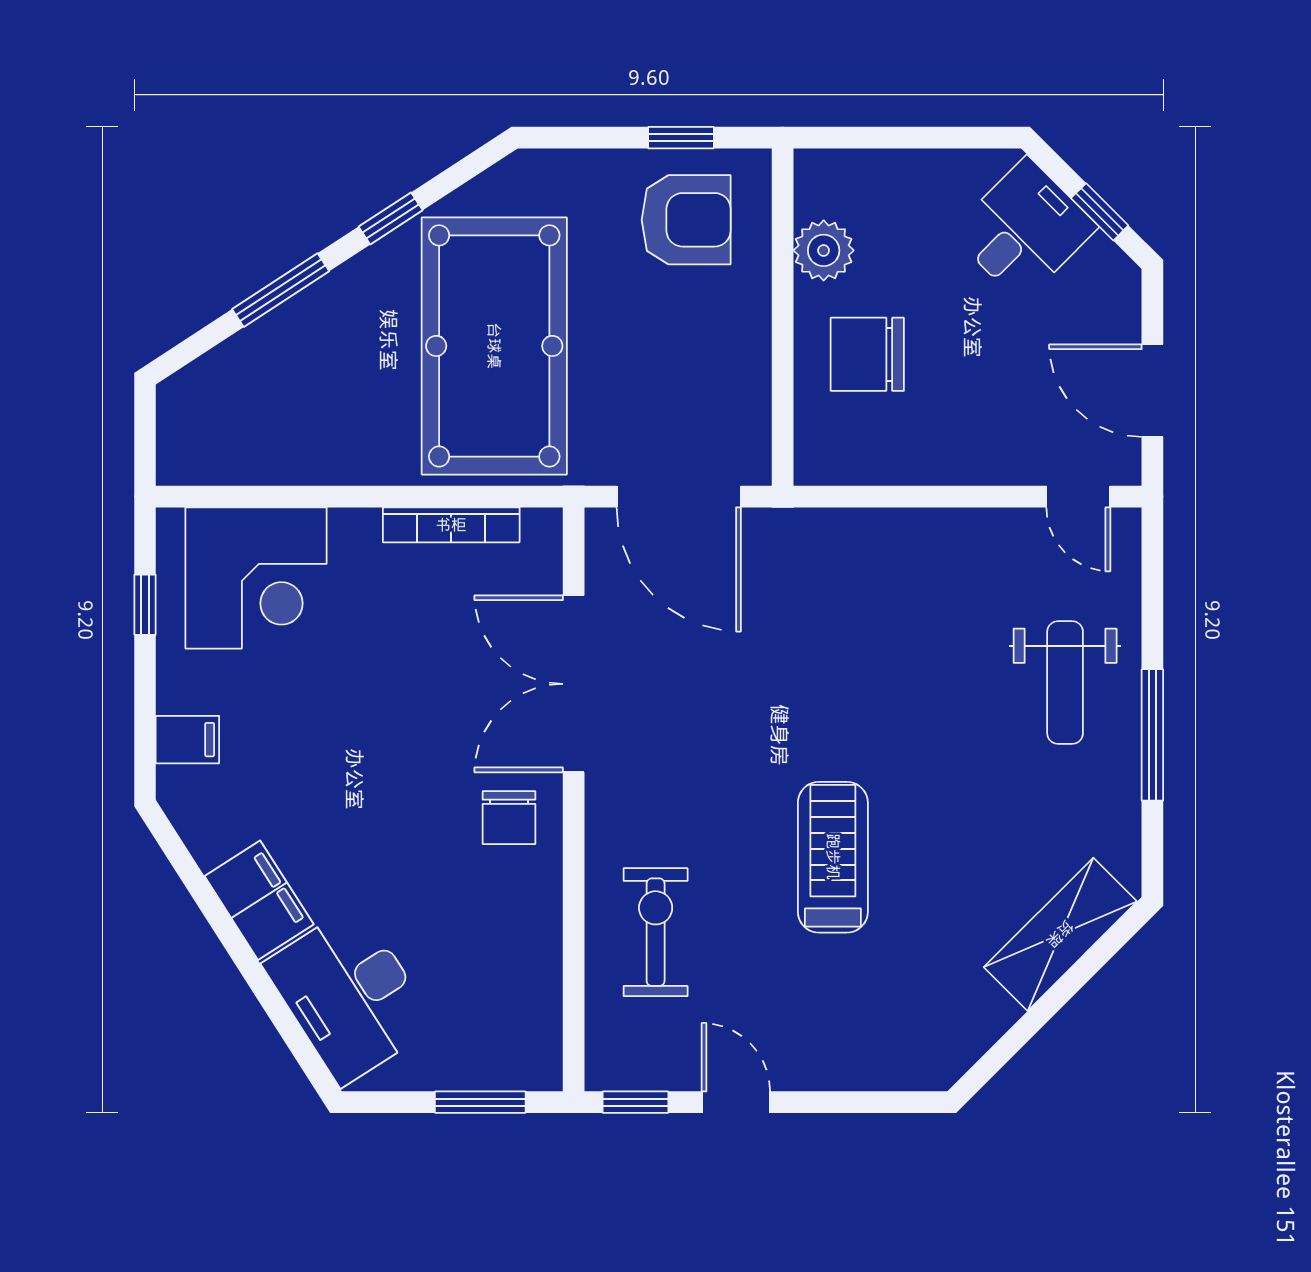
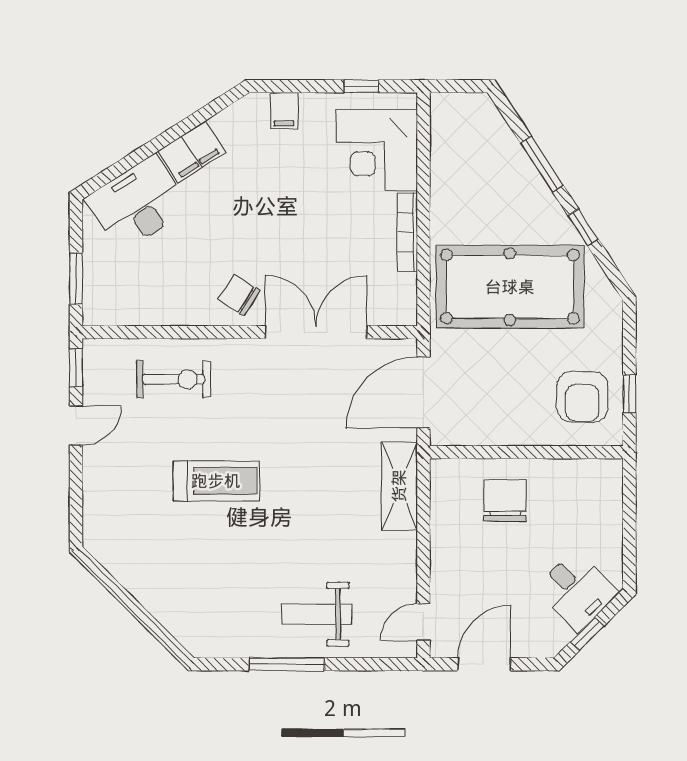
plant: (824, 250) -> (565, 476), removed
bookcase: (451, 525) -> (407, 232), moved
chair: (509, 818) -> (239, 295), turned 32
shelving: (1060, 934) -> (399, 486), moved, turned 45

